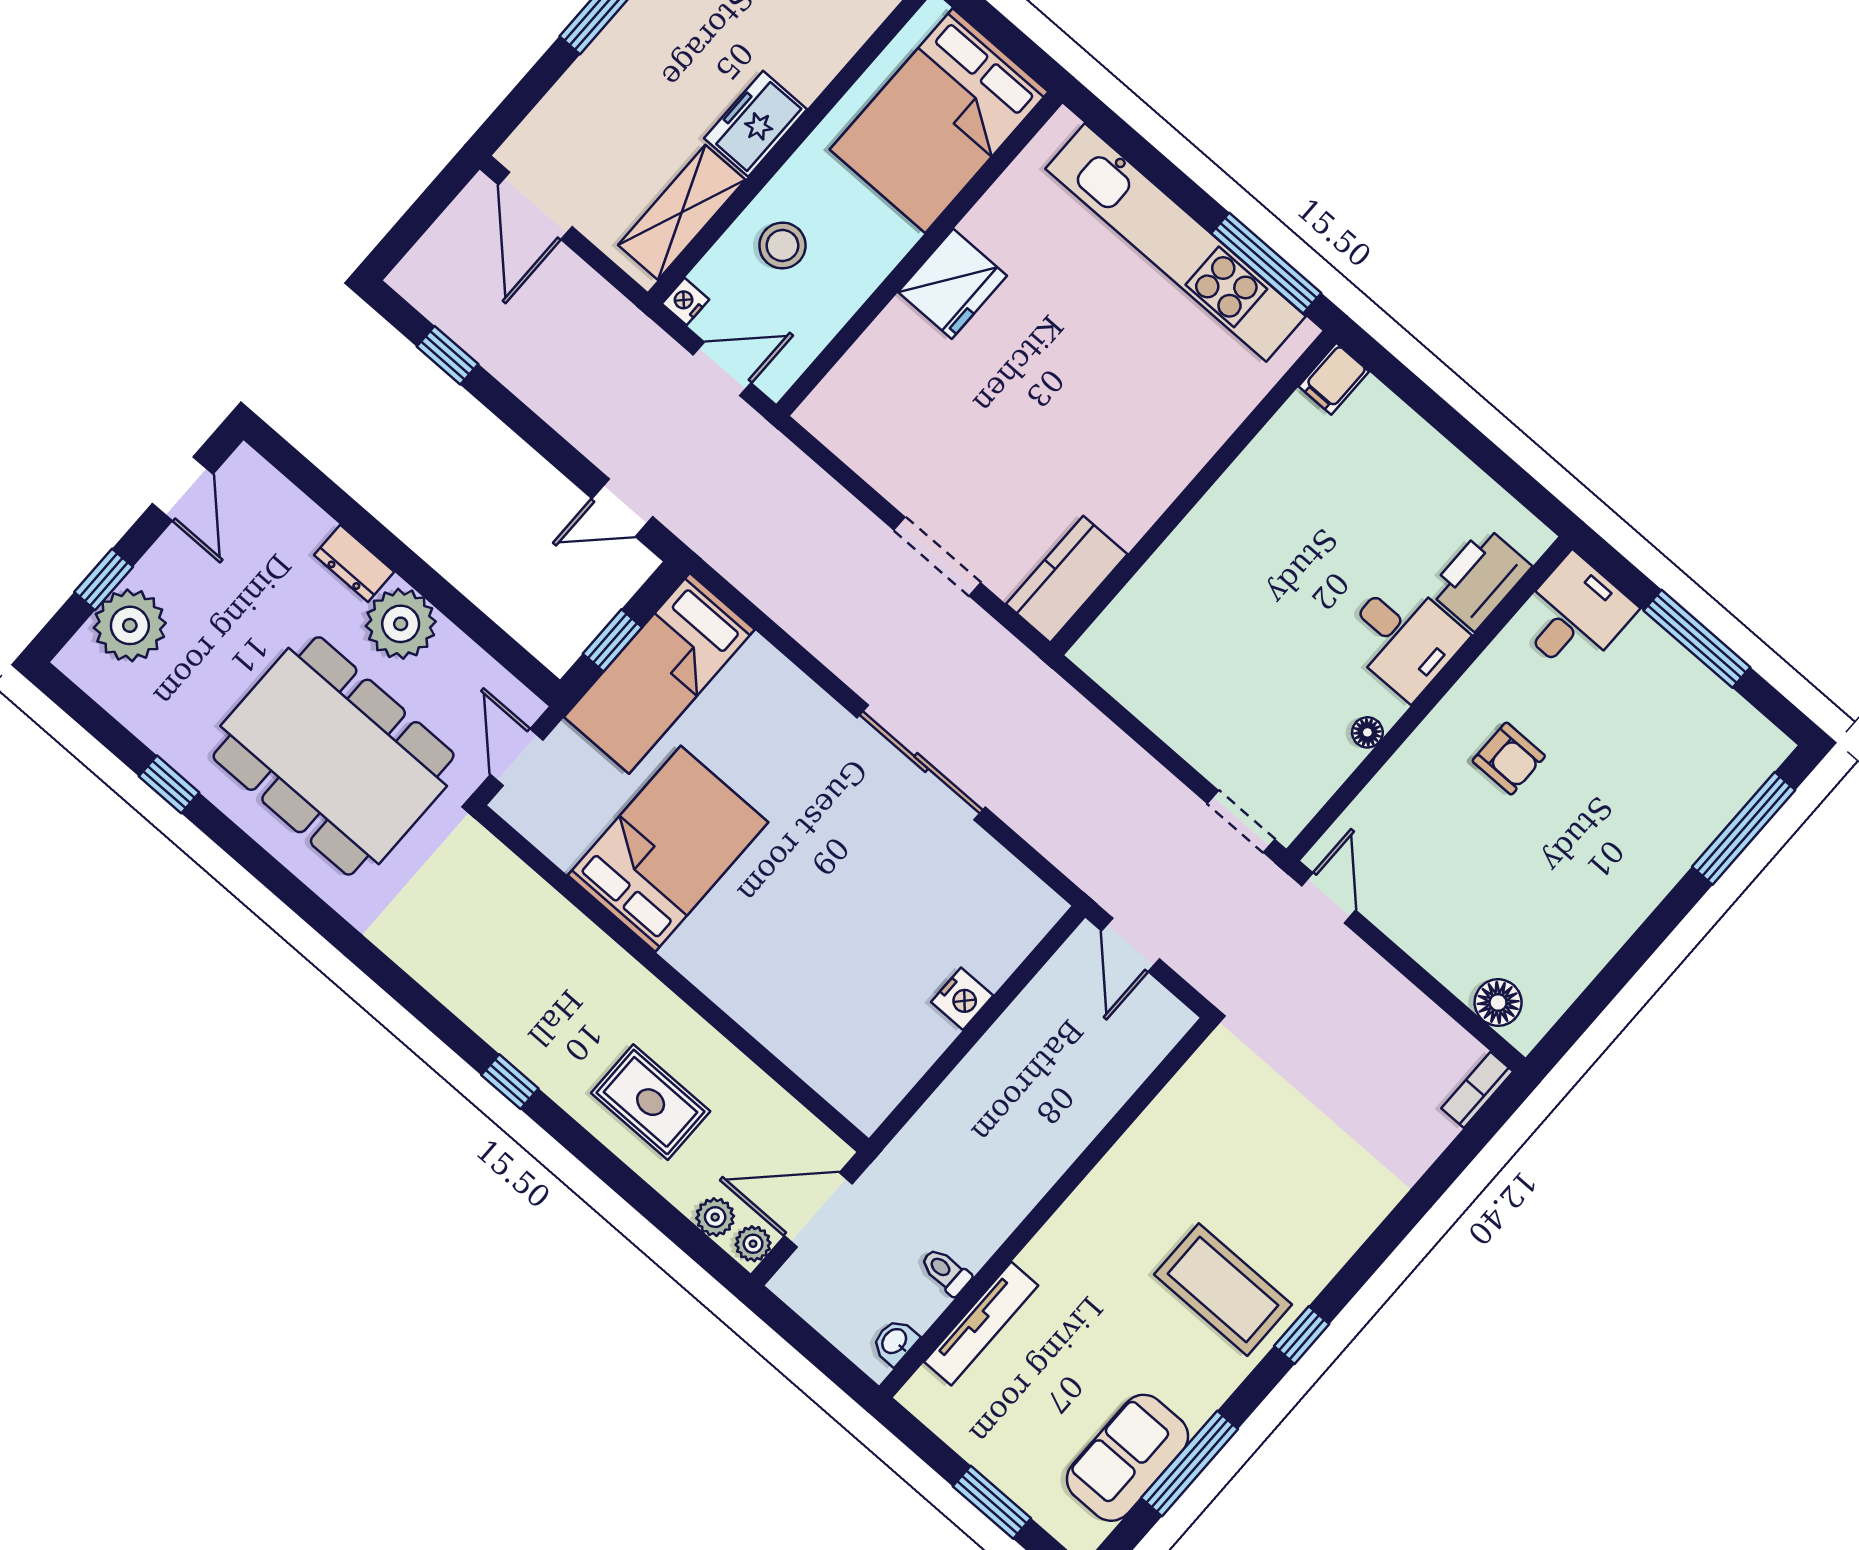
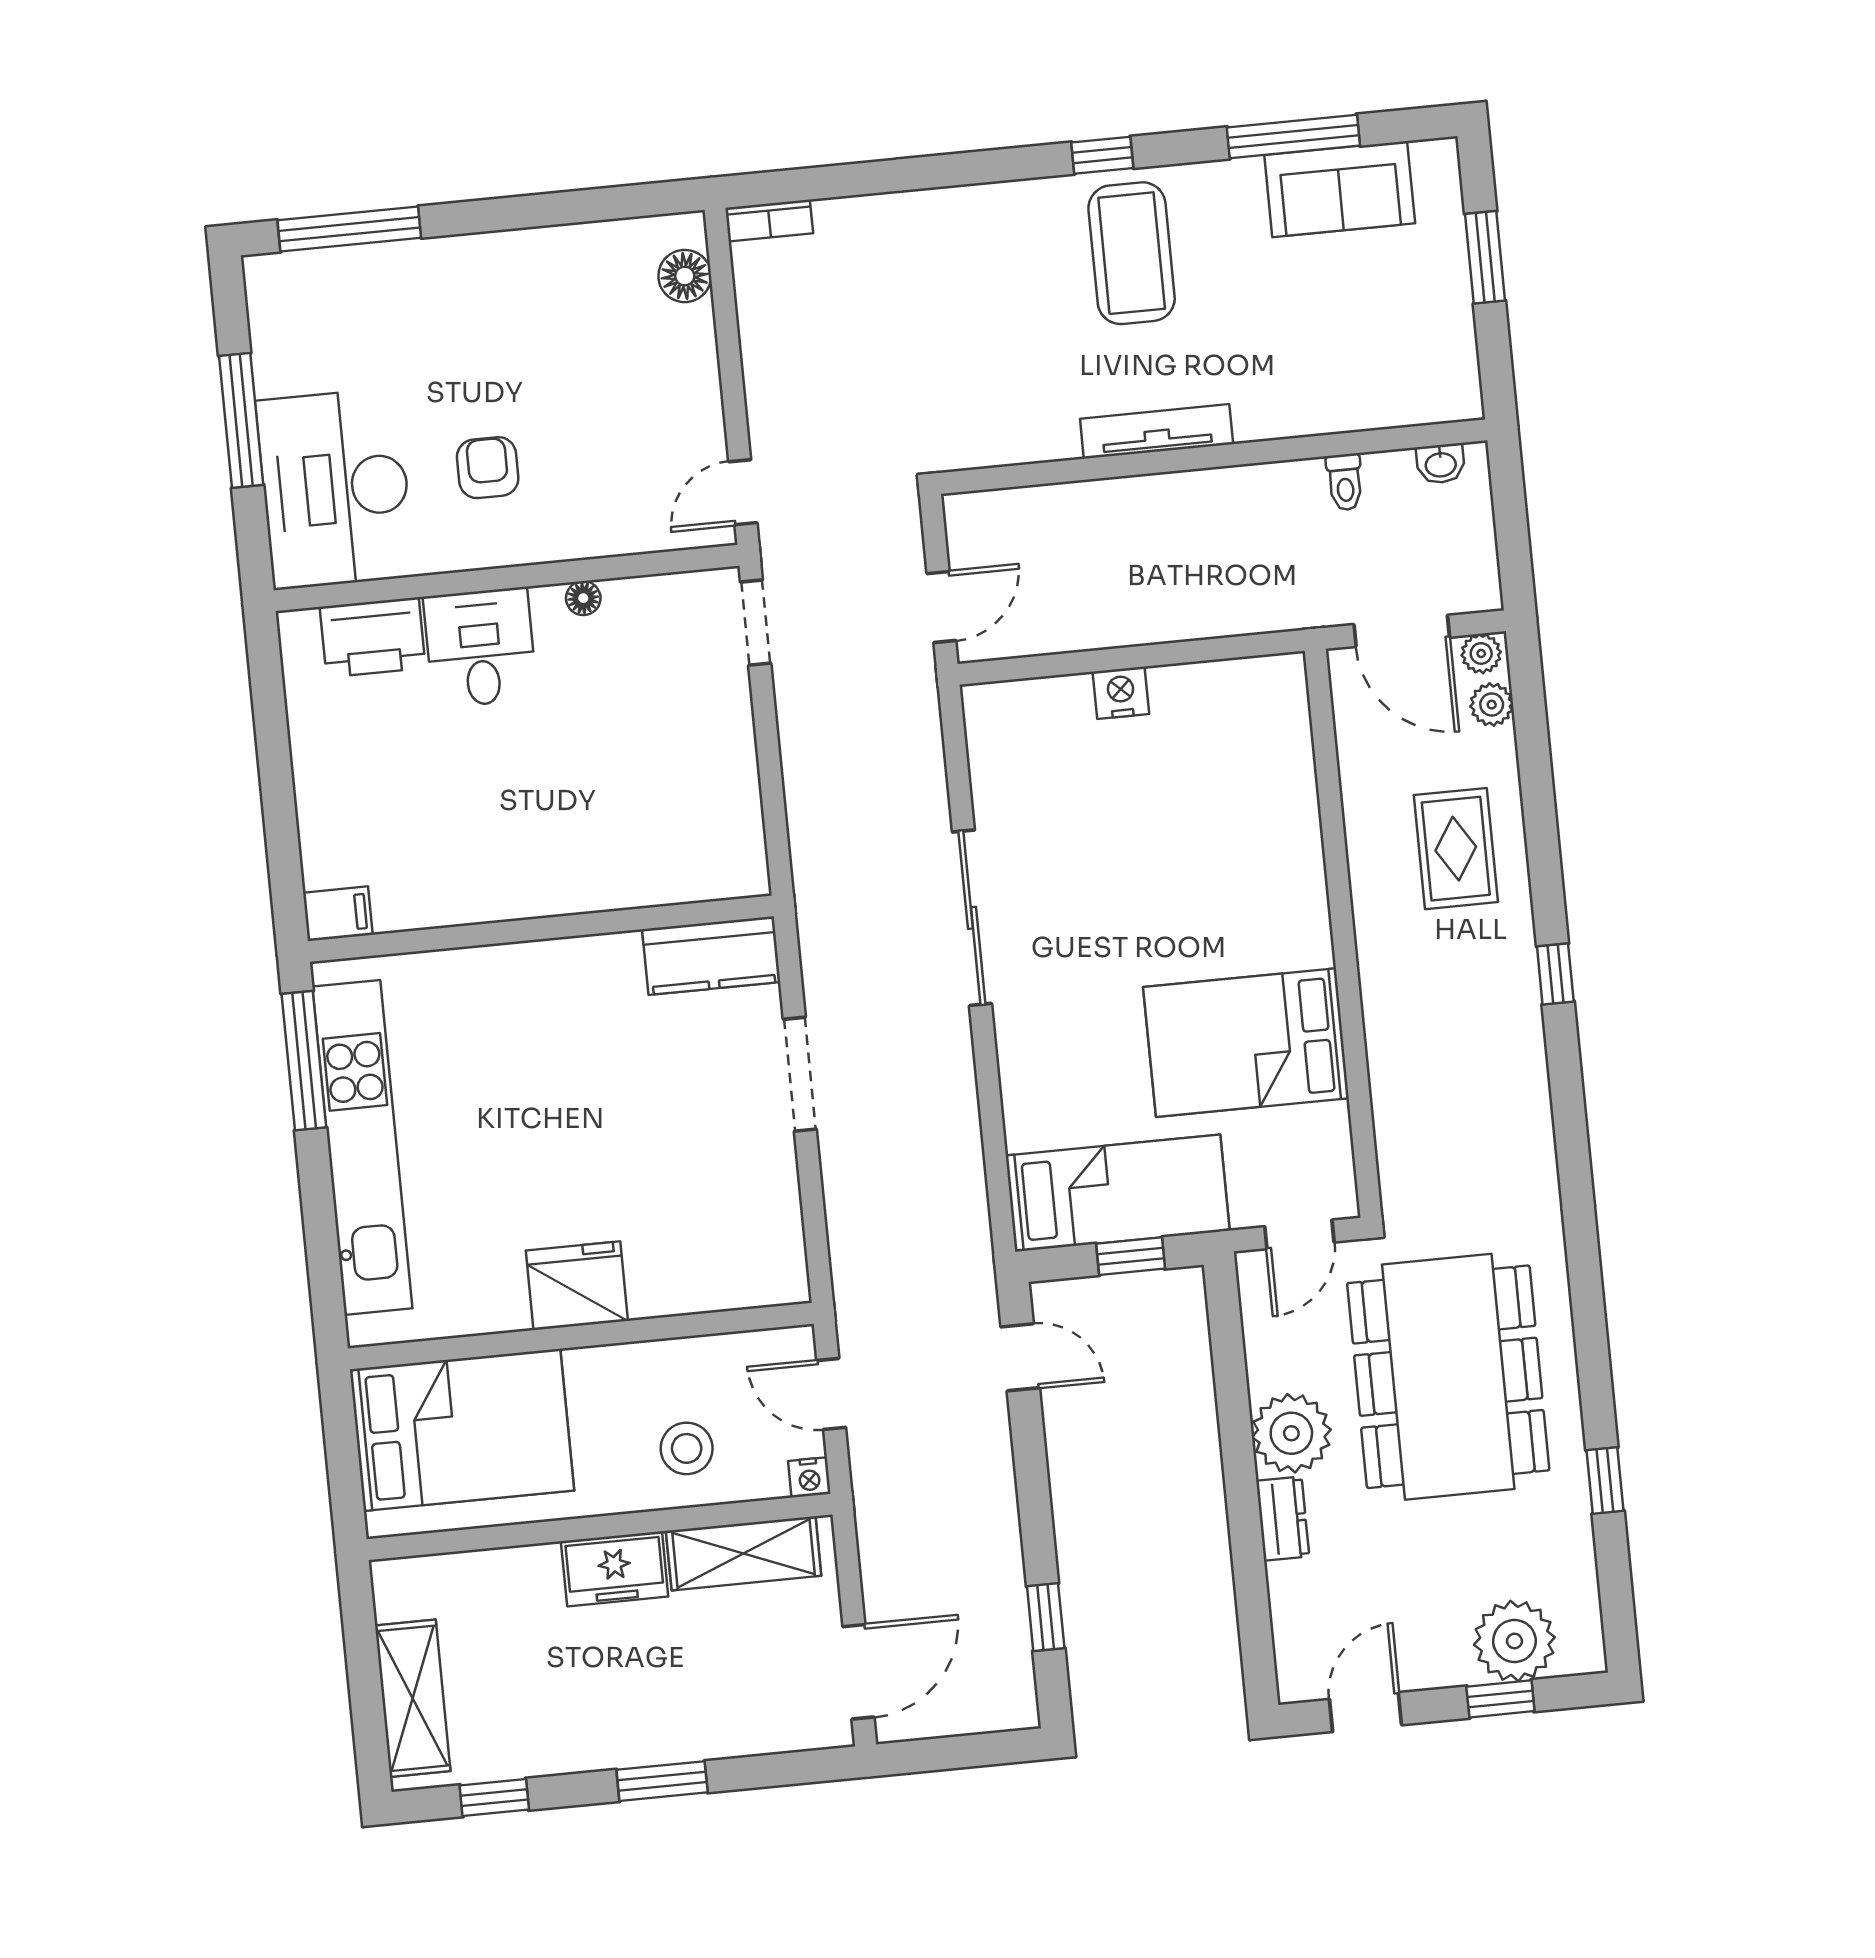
desk: (1574, 615) -> (335, 489), width x1.87, depth x1.30
tv unit: (981, 1324) -> (1157, 431), moved

